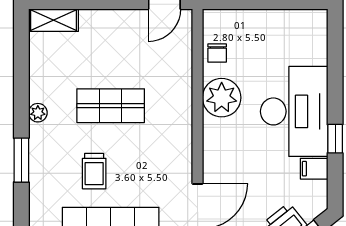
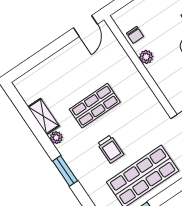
shelving: (53, 20) -> (43, 116), moved, turned 90
plant: (222, 98) -> (146, 57), width x0.53, depth x0.53

